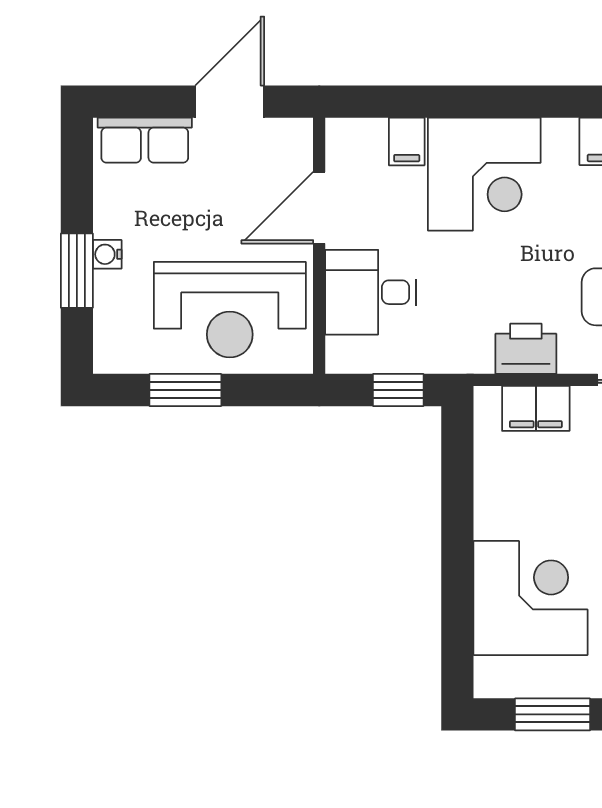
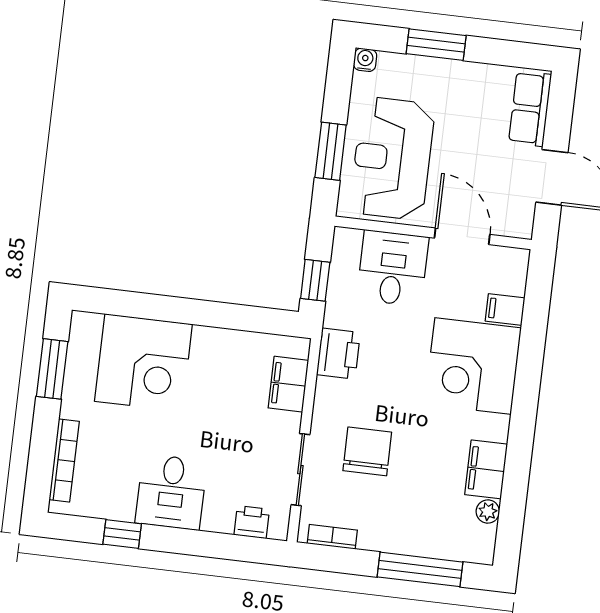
water cooler: (107, 254) -> (365, 60), moved
printer: (526, 349) -> (338, 354), moved
window: (185, 390) -> (331, 151), moved

